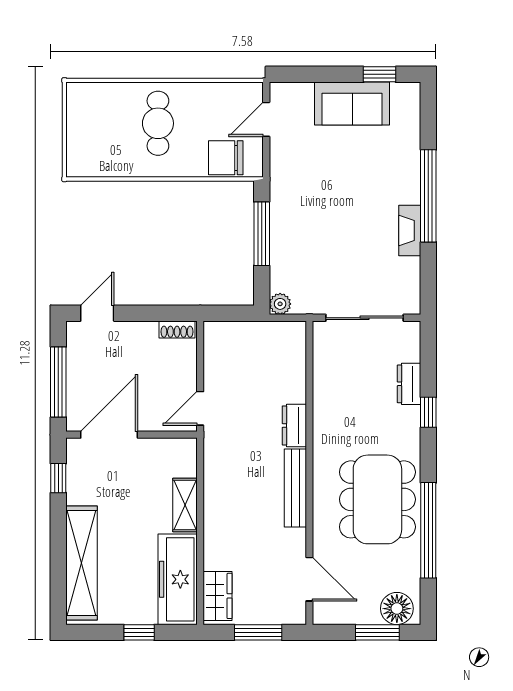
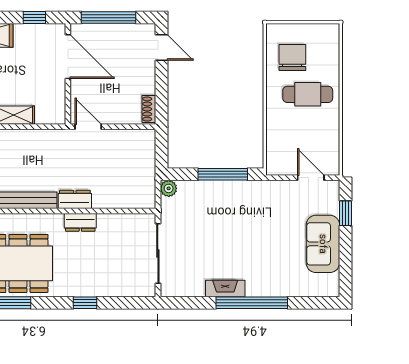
window: (380, 74) -> (345, 213), moved
chair: (226, 158) -> (292, 57), moved
dresser: (409, 384) -> (80, 222), moved, turned 180

